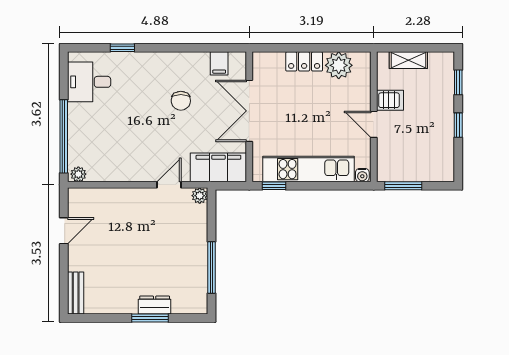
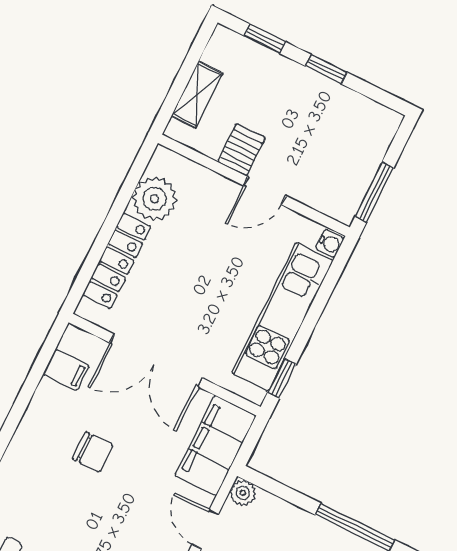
locker: (304, 61) -> (117, 261), width x1.53

